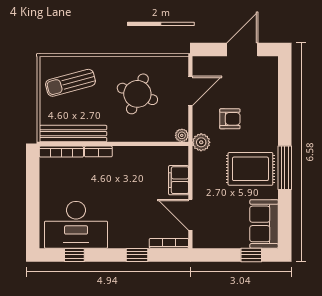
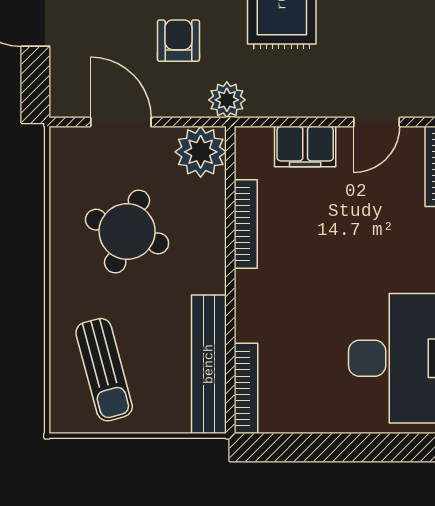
plant: (182, 135) -> (201, 152), width x1.88, depth x1.88
bookcase: (98, 151) -> (246, 224), moved, width x1.56
door: (190, 215) -> (377, 122), width x0.73

